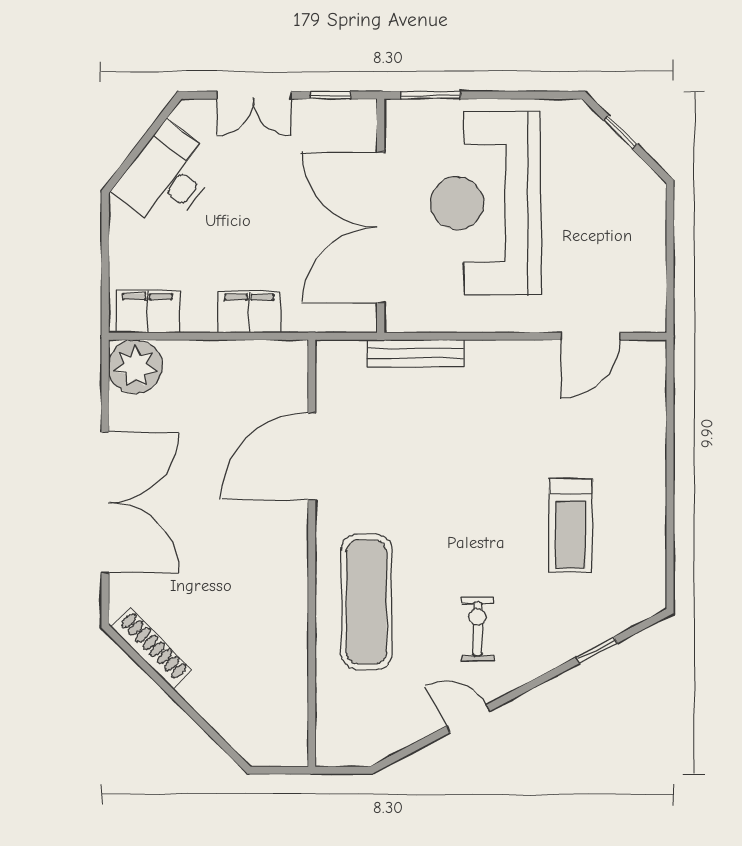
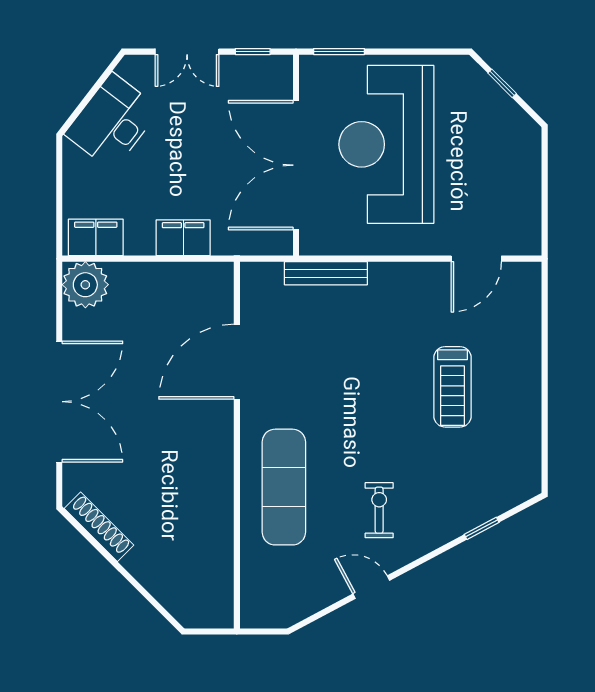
treadmill: (571, 525) -> (453, 387), moved

